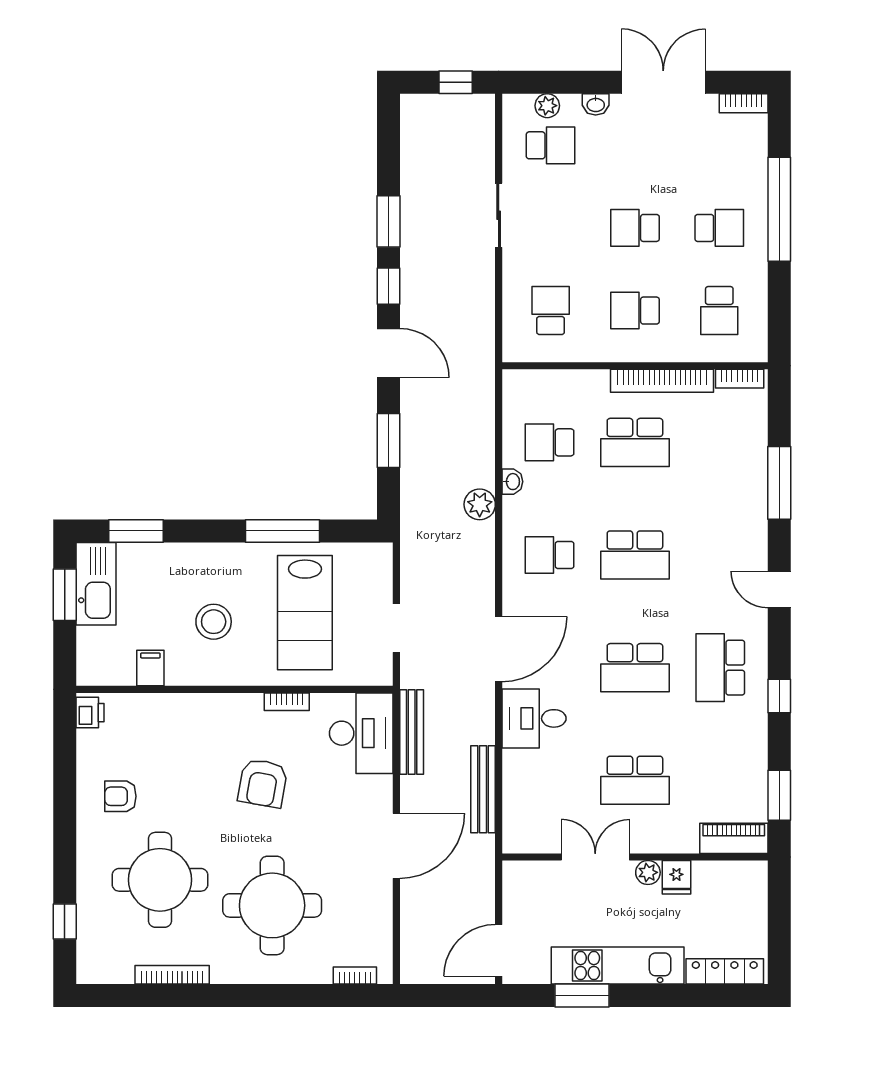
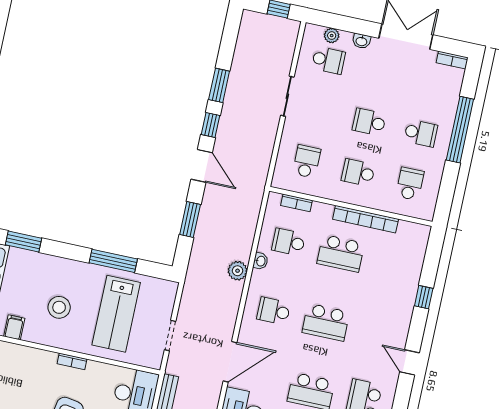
school desk: (719, 311) -> (410, 184), turned 180
bookcase: (740, 379) -> (297, 203), moved
window: (779, 483) -> (424, 297), width x0.46
bookcase: (287, 702) -> (72, 361), moved

